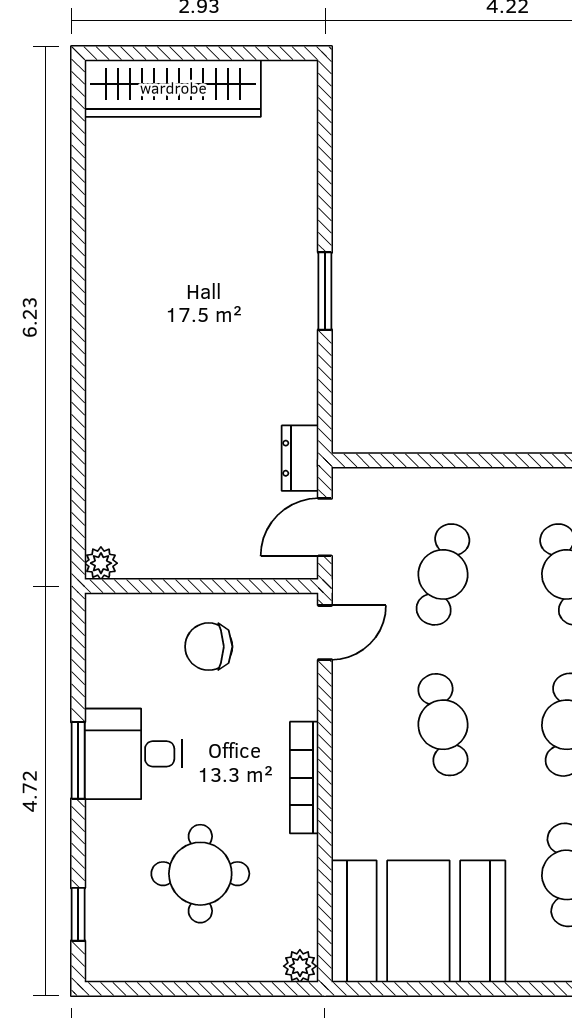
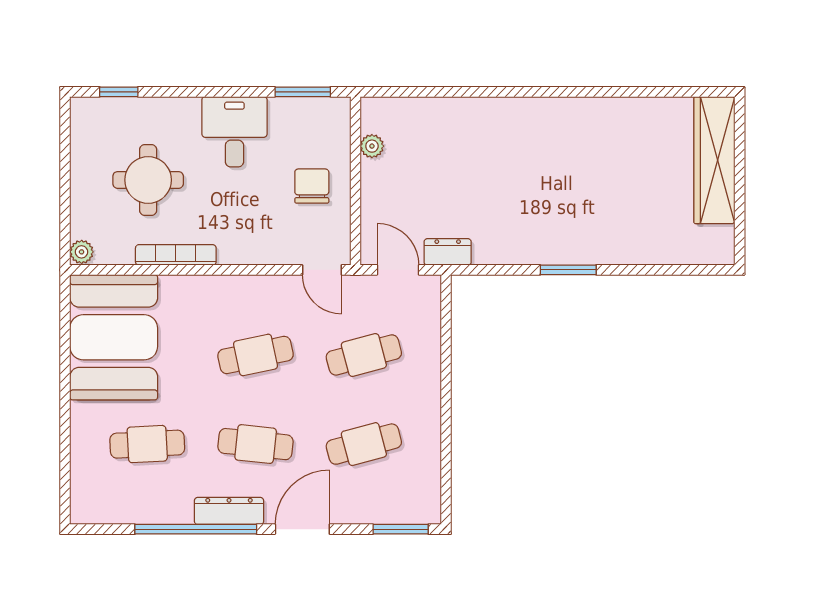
plant: (101, 563) -> (372, 146), moved
cafe table: (443, 574) -> (364, 355), turned -30
window: (78, 760) -> (303, 92), moved
bookcase: (304, 778) -> (176, 255), moved

